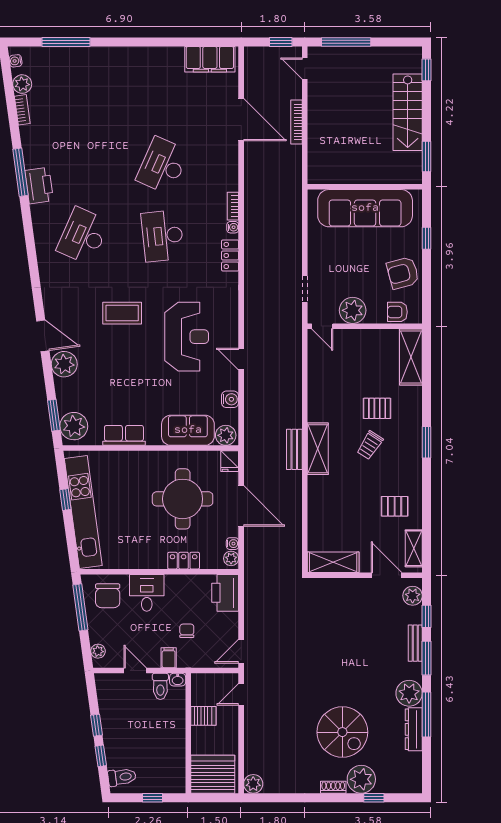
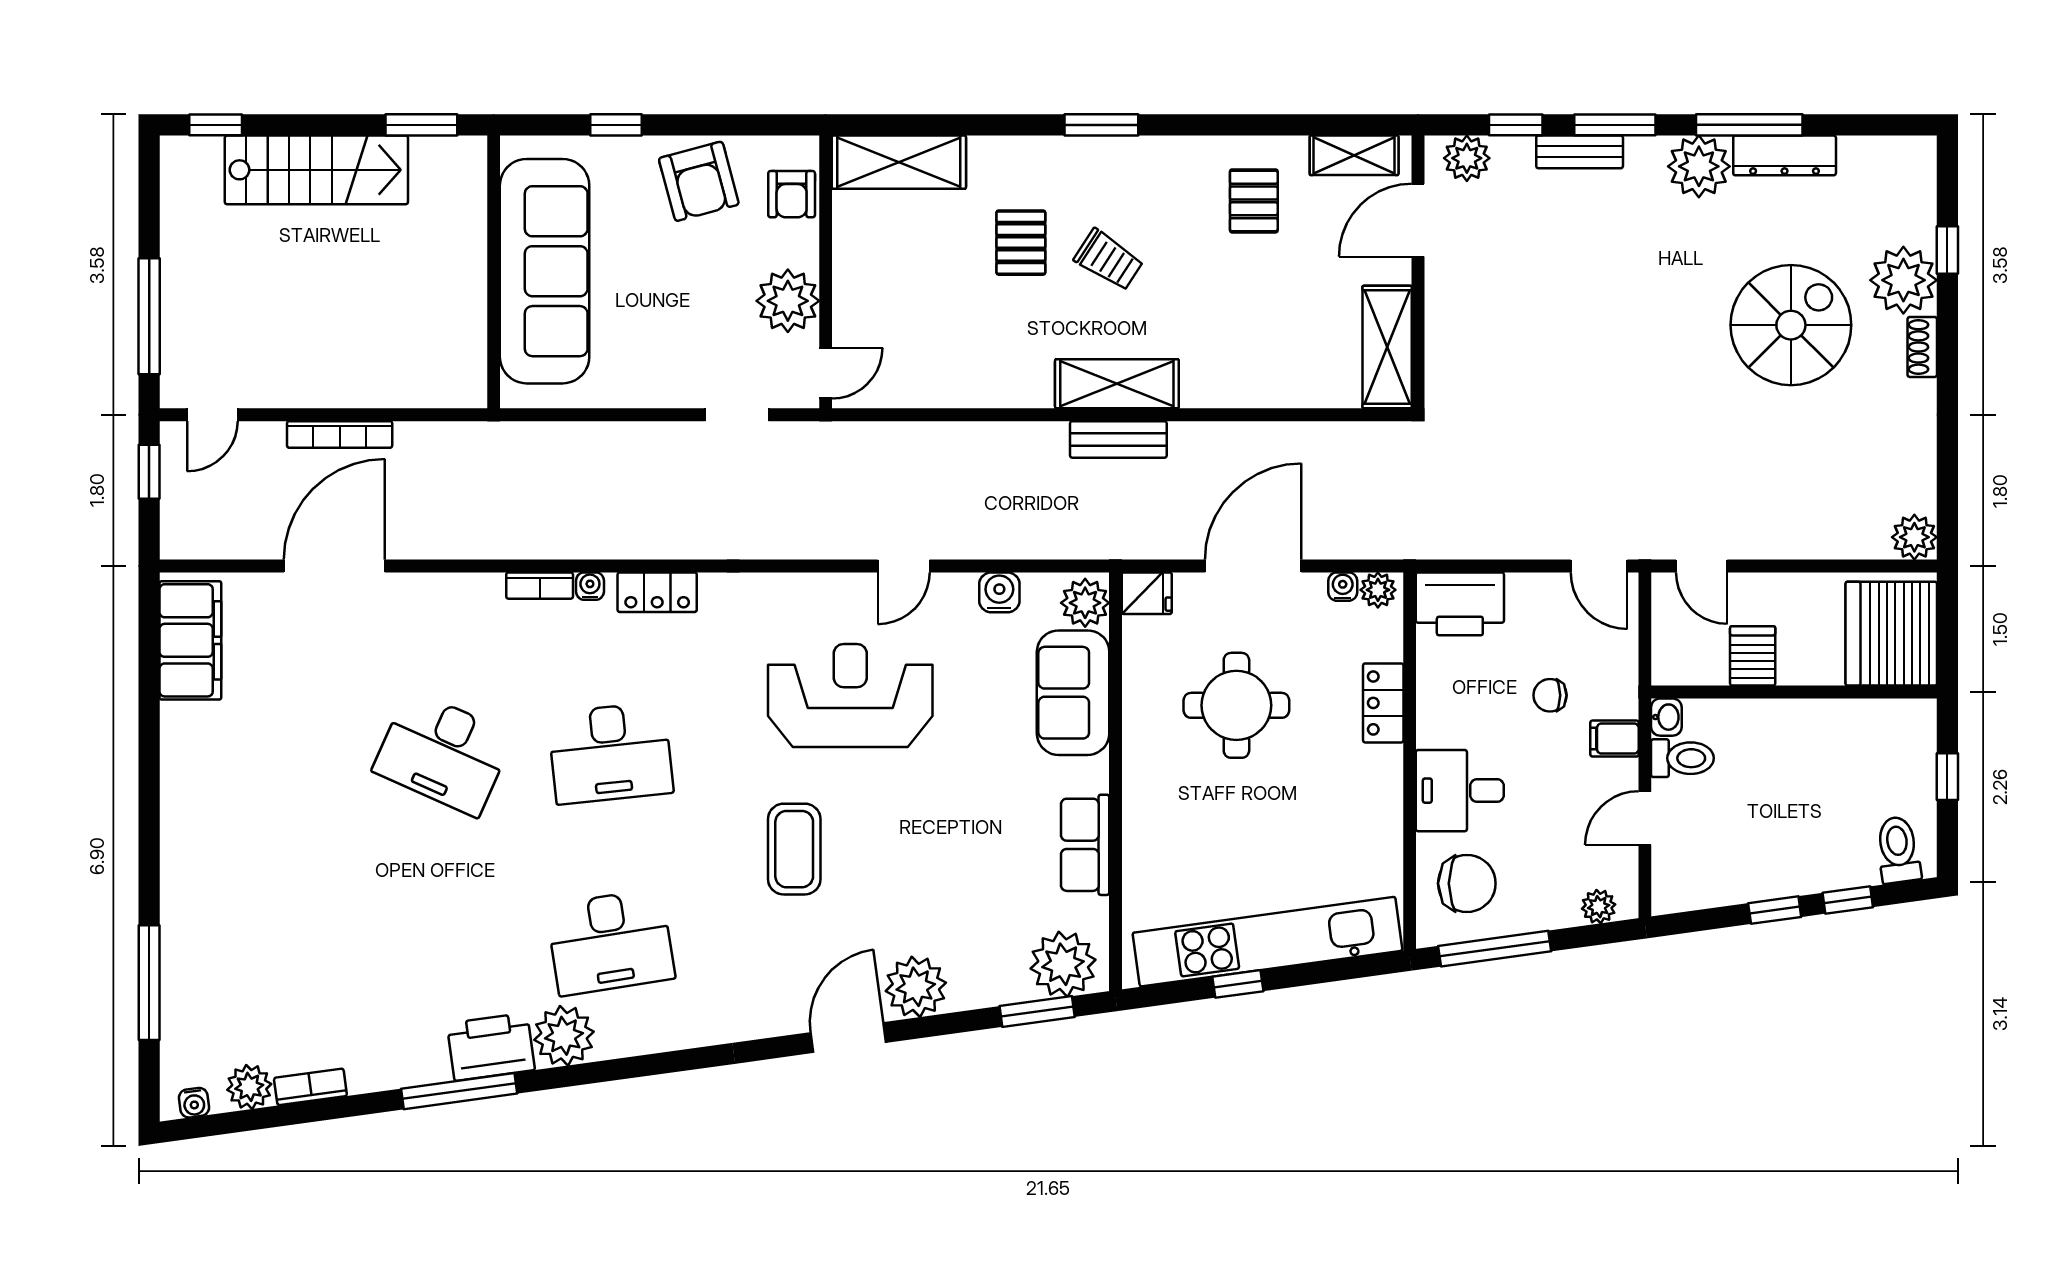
plant: (44, 216) -> (564, 1036), added
desk: (83, 236) -> (610, 942), turned -33
round table: (183, 499) -> (1236, 705), width x0.73, depth x0.73

